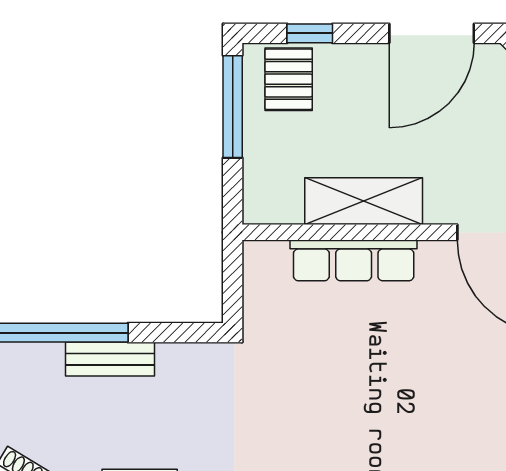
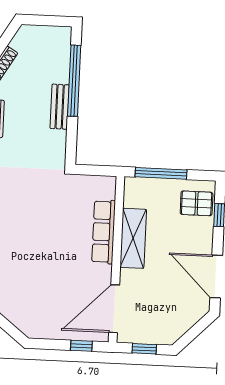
window: (233, 107) -> (161, 173), moved

